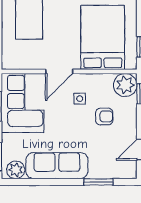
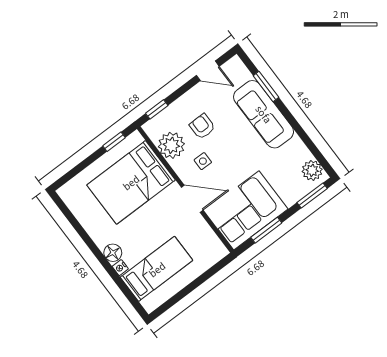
plant: (125, 85) -> (171, 145), moved
sofa: (57, 166) -> (264, 114), moved

